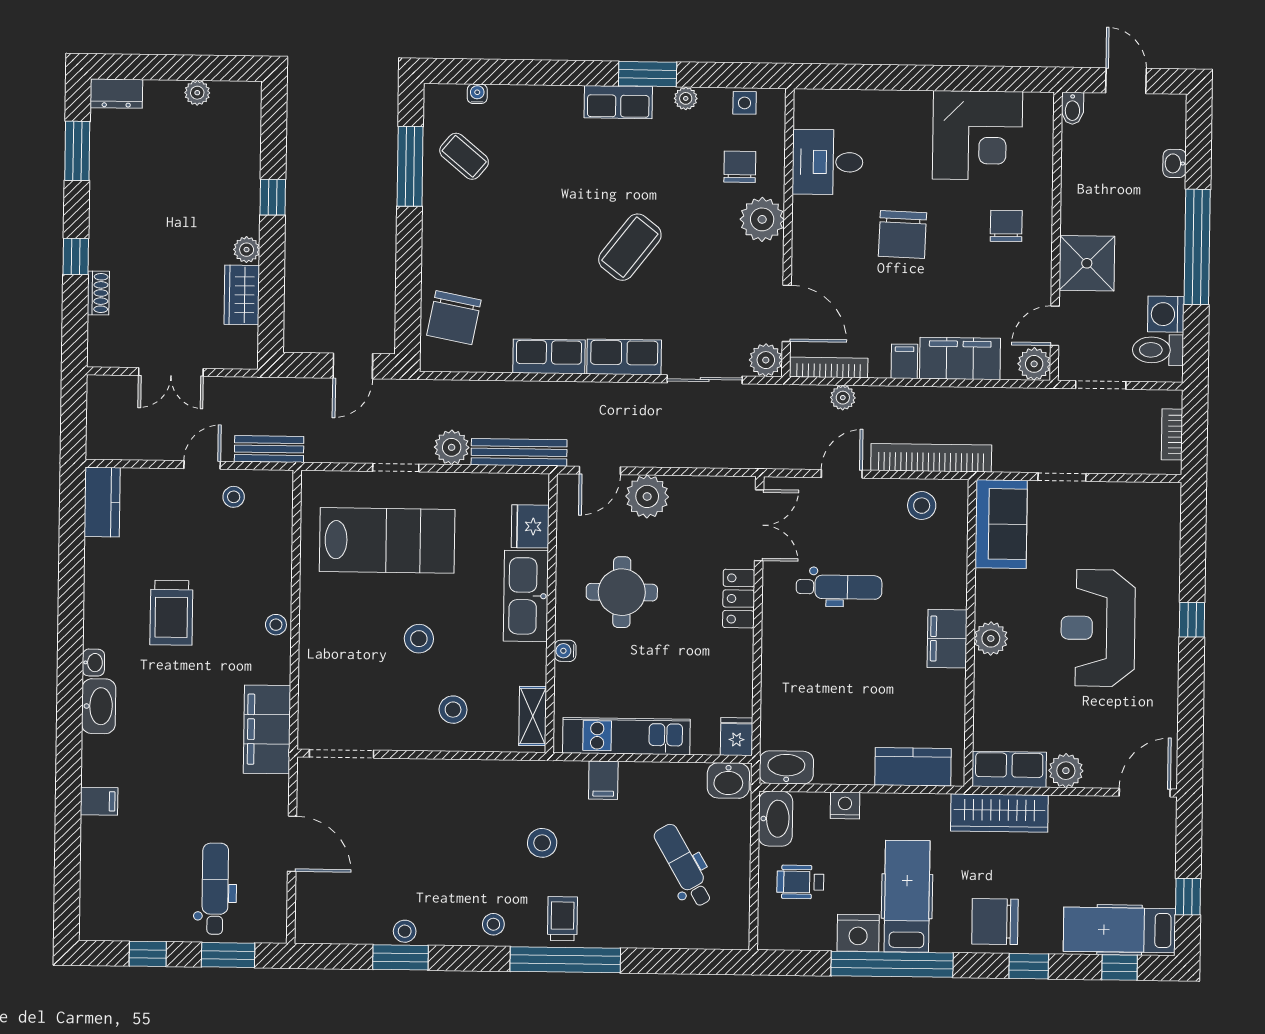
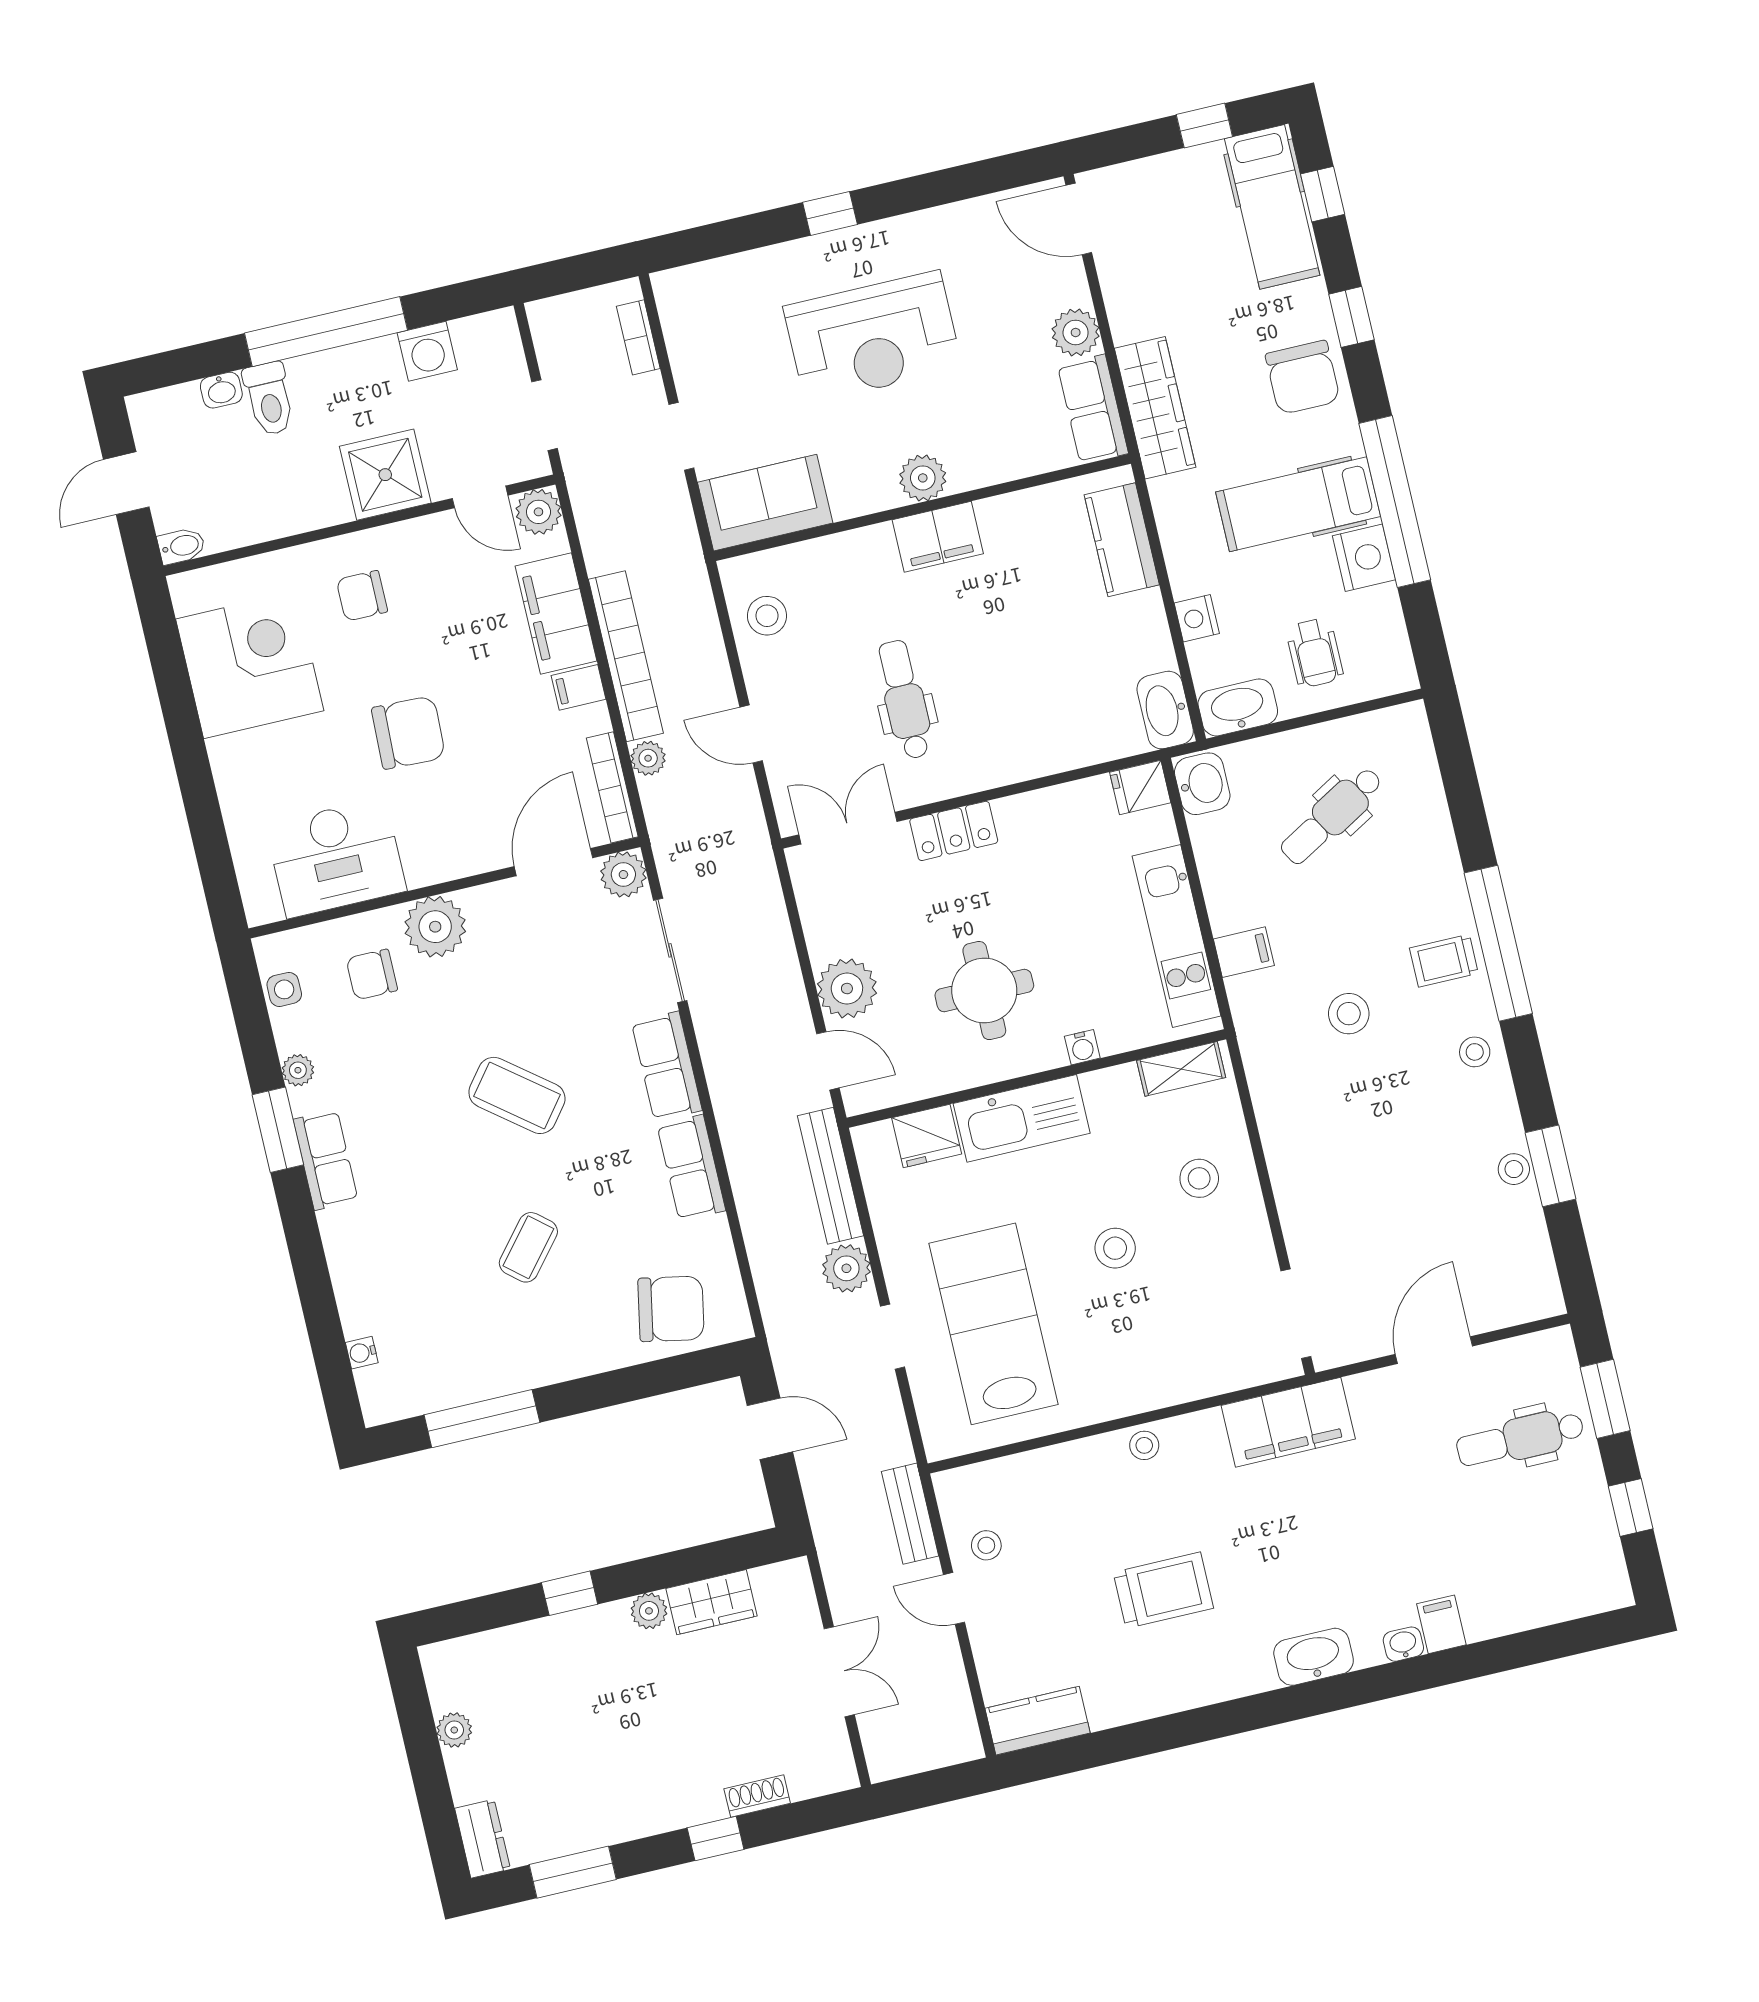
coffee table: (464, 156) -> (528, 1247), moved
desk: (828, 162) -> (336, 858), width x1.37
toilet: (1158, 350) -> (269, 399), moved
bookcase: (1172, 434) -> (638, 337), moved, turned 90
bookcase: (931, 458) -> (626, 656), moved, turned 180
washbasin: (93, 663) -> (1403, 1644), moved

